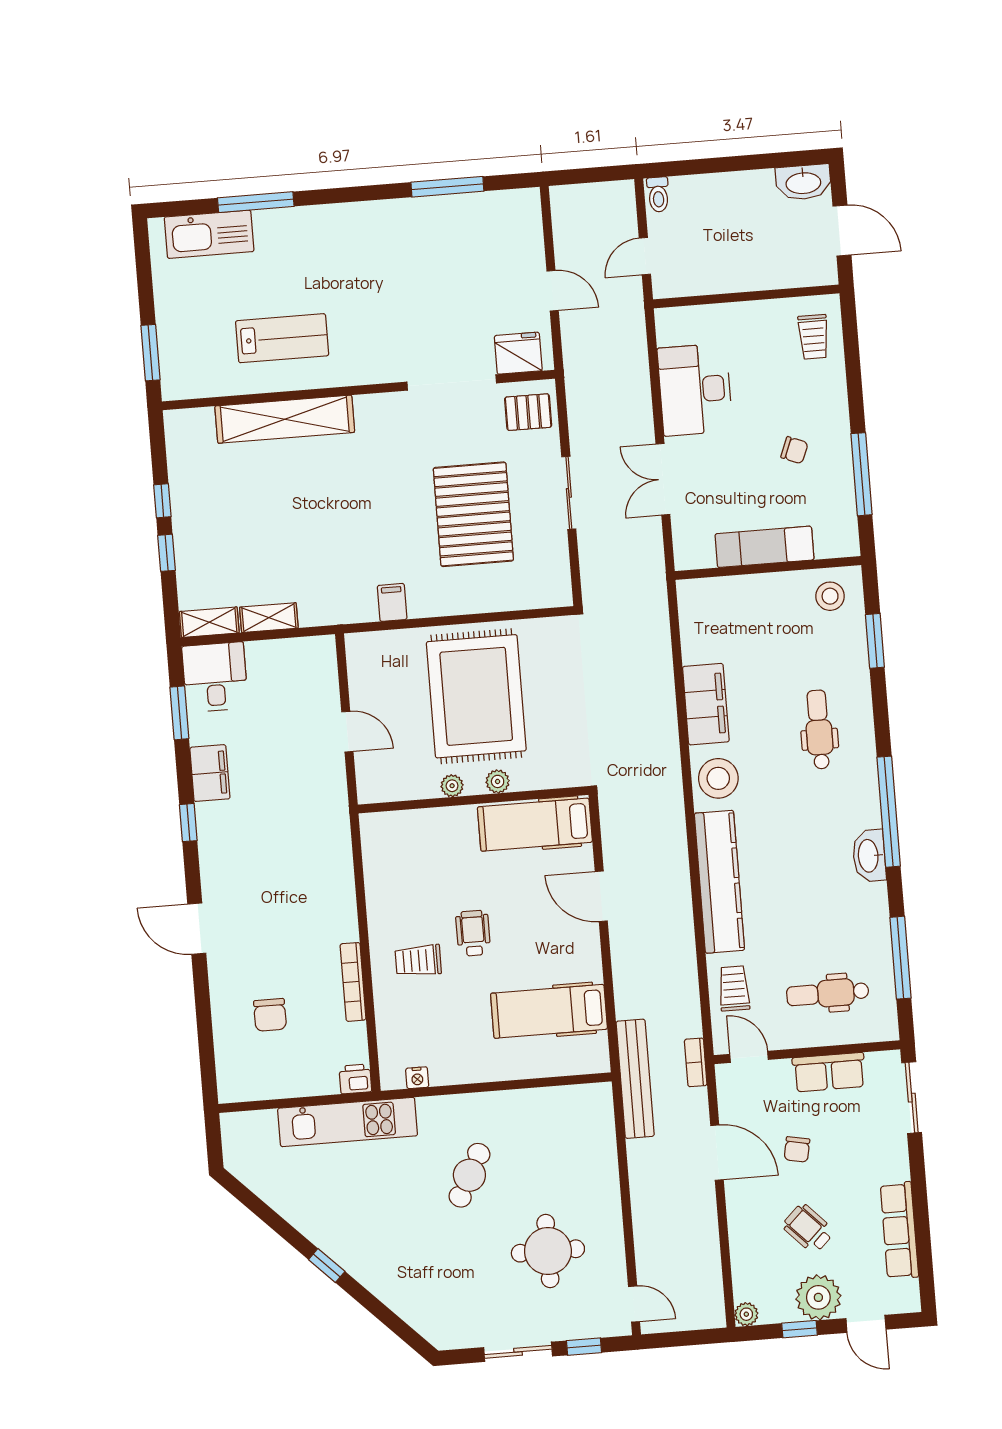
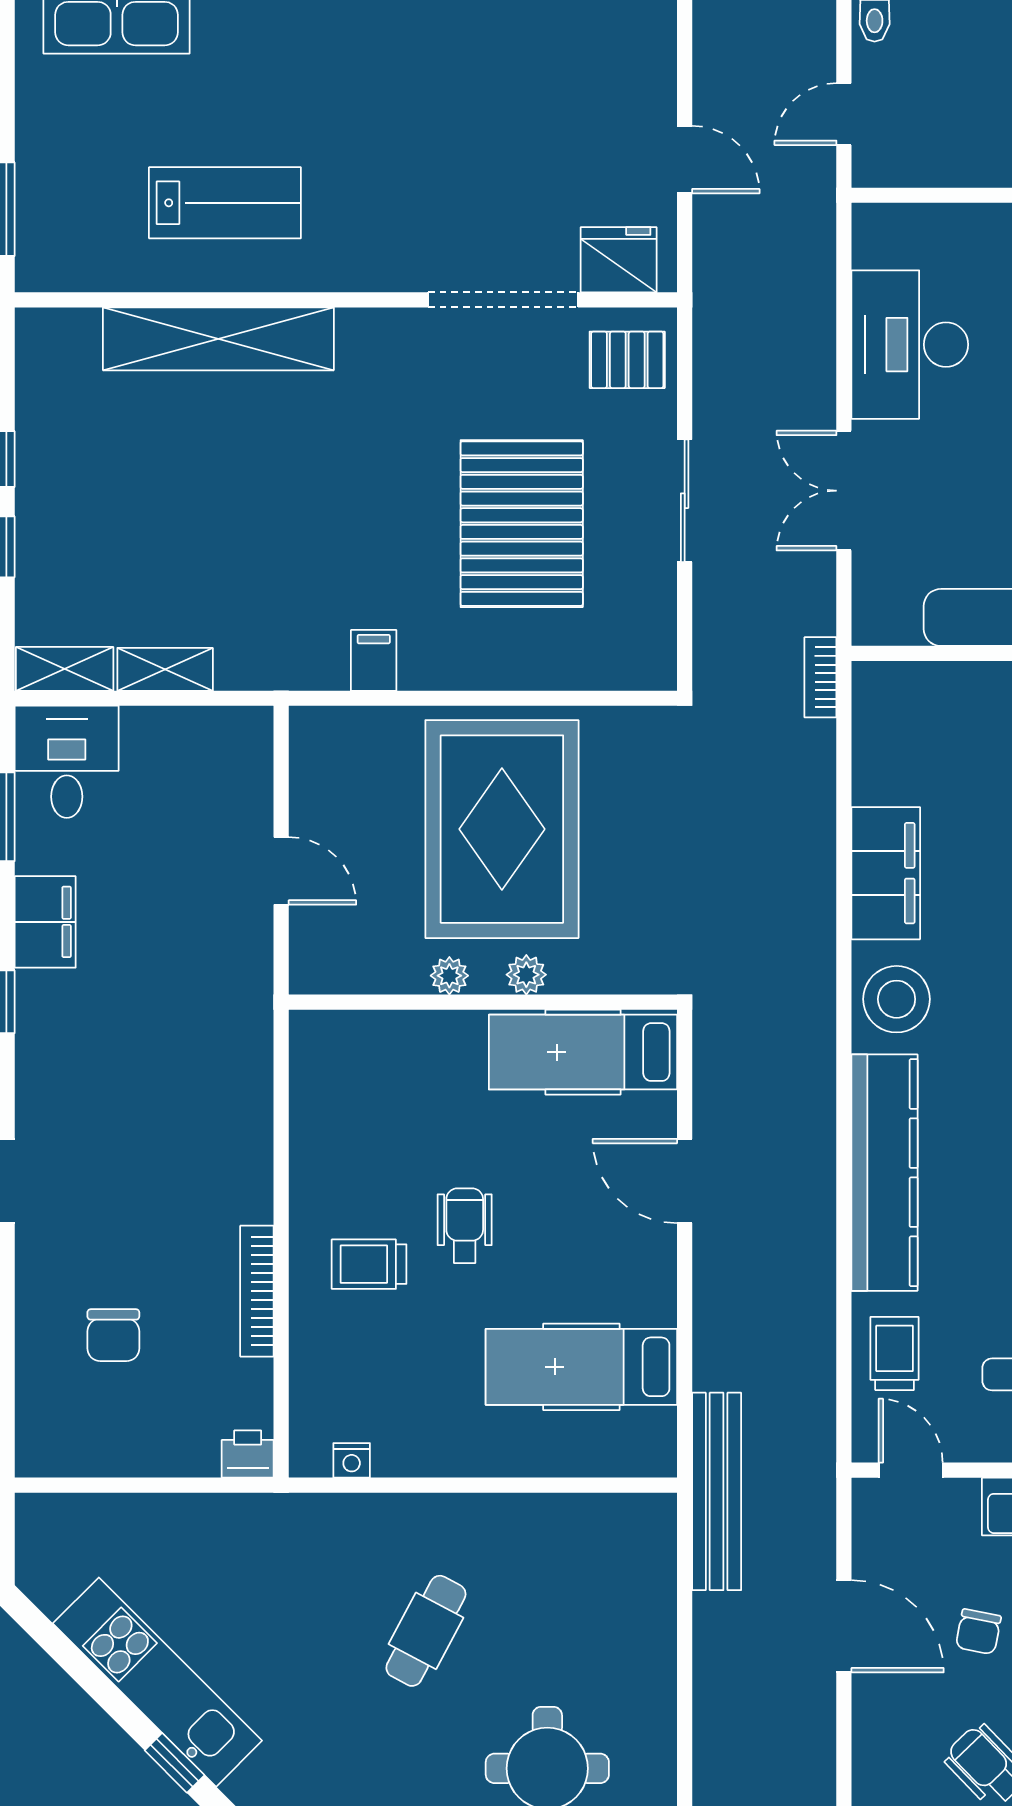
bookcase: (696, 1062) -> (820, 677), moved
kitchen unit: (348, 1122) -> (157, 1682), moved, turned -135

